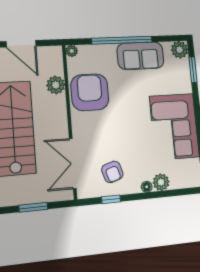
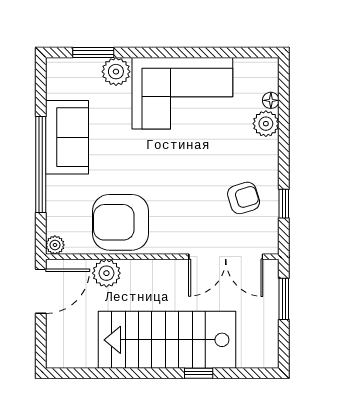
door: (21, 44) -> (41, 291), moved
plant: (180, 50) -> (116, 72), moved
floor lamp: (147, 187) -> (271, 100), moved
window: (33, 207) -> (284, 299), moved

